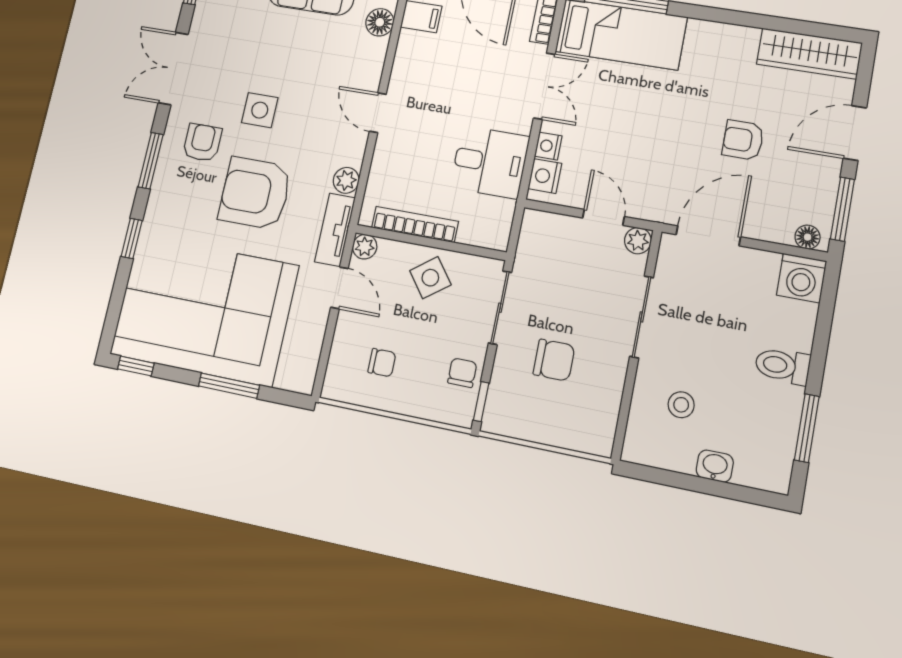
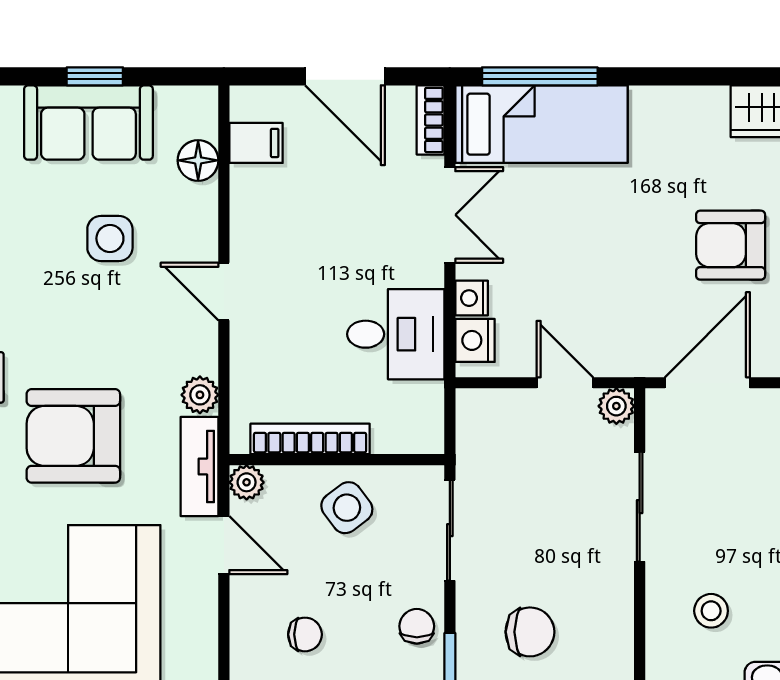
side table: (260, 110) -> (110, 238), moved
armchair: (743, 140) -> (731, 245), width x1.38, depth x1.38
chair: (554, 360) -> (530, 632), moved

